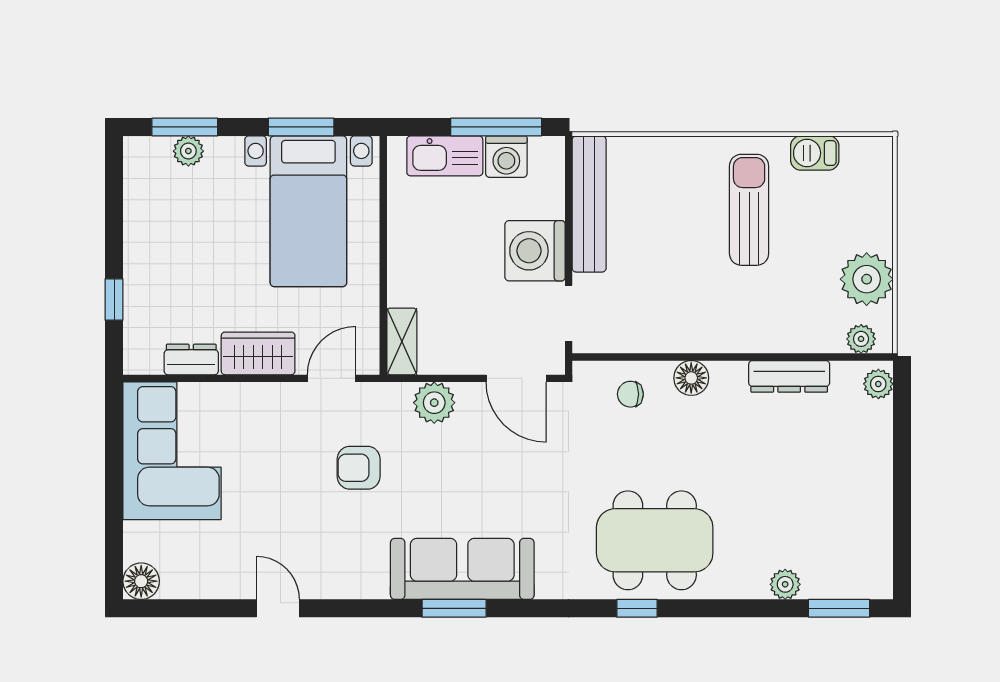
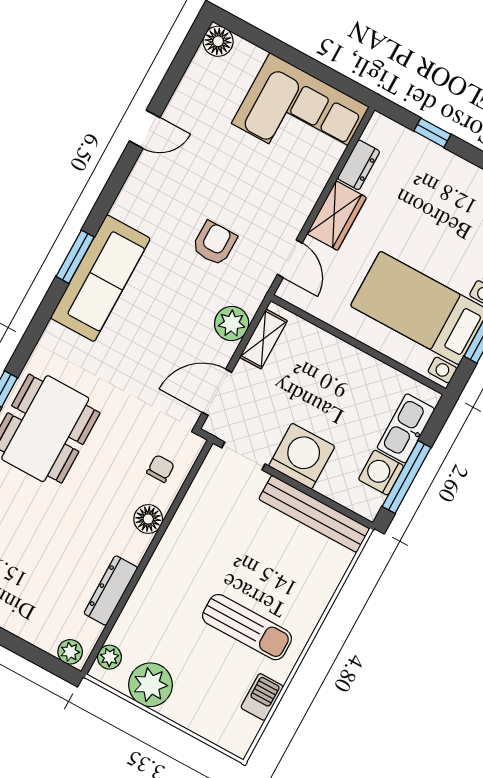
shelving: (402, 341) -> (263, 339), moved, turned 90

